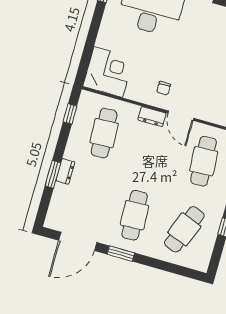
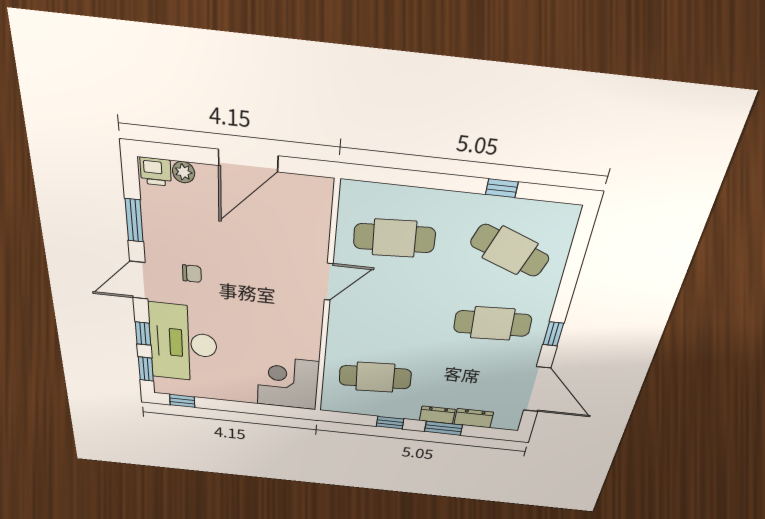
chair: (164, 88) -> (192, 274), moved
window: (70, 114) -> (390, 423), moved
dresser: (152, 117) -> (474, 418), moved, turned -90
window: (121, 254) -> (553, 334), width x0.67

